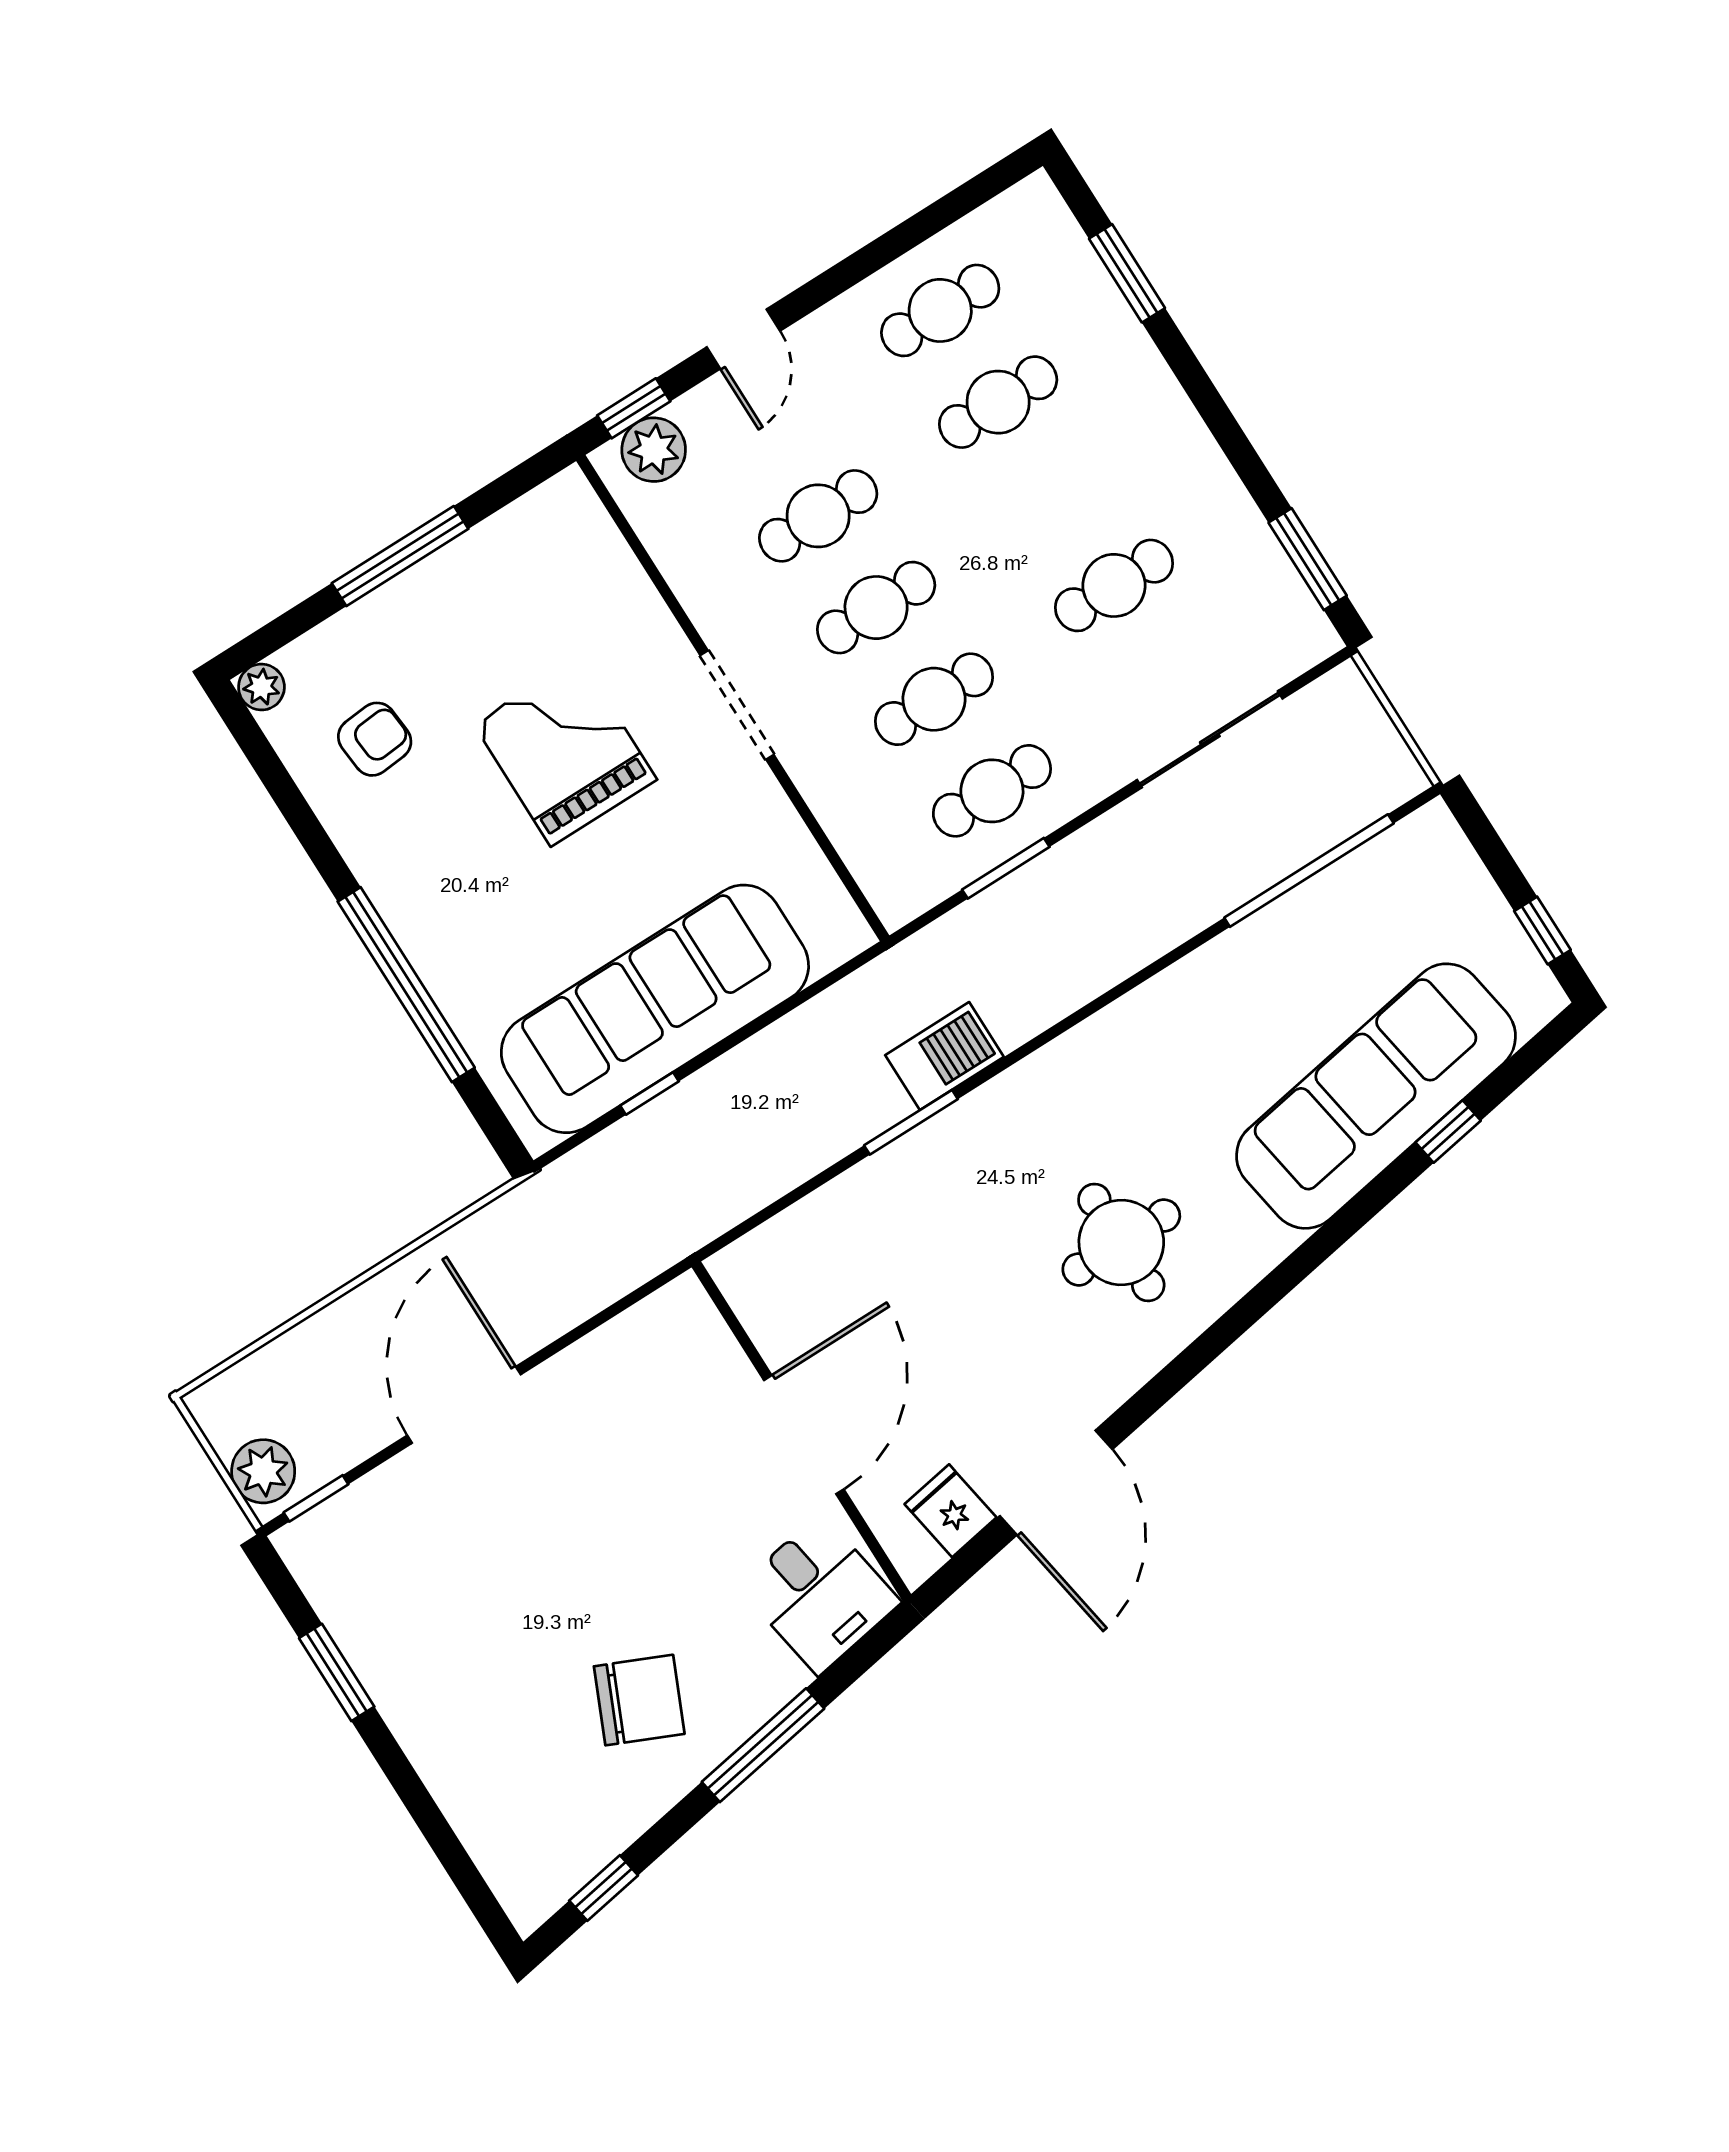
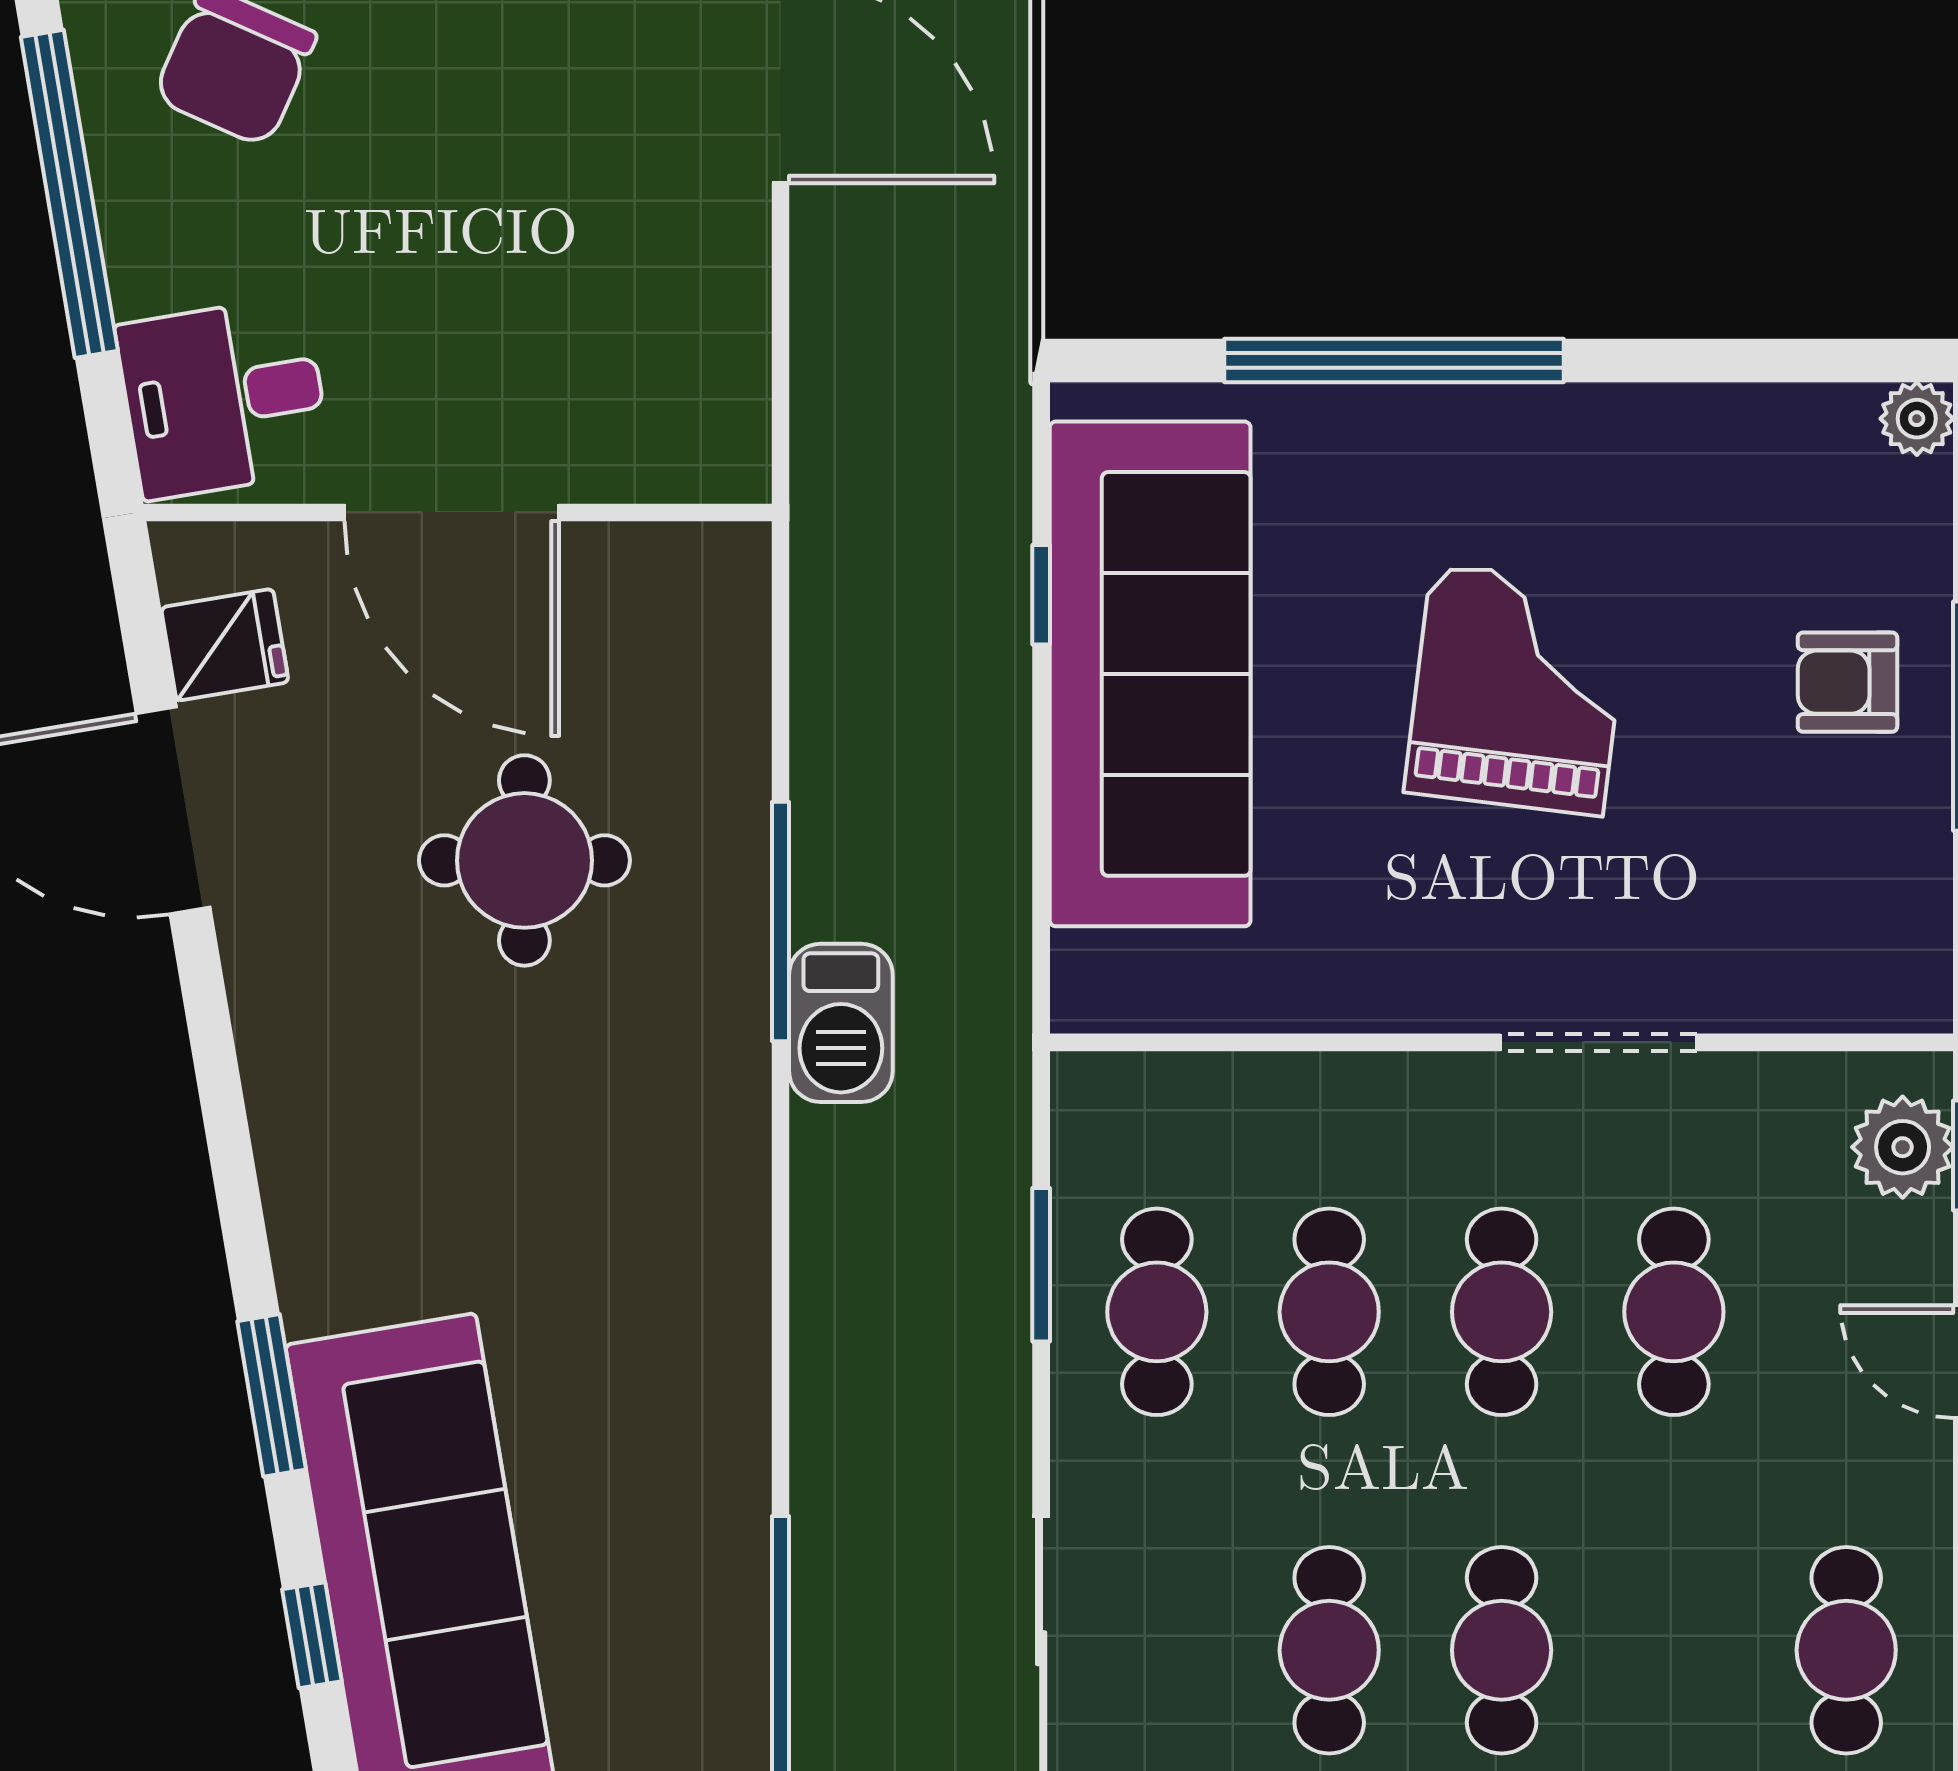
cafe table: (998, 402) -> (1502, 1650), moved
doorway: (737, 705) -> (1598, 1042), moved
armchair: (375, 739) -> (1848, 682), moved, turned 95
grand piano: (565, 752) -> (1517, 690), moved, turned -83
window: (911, 1122) -> (781, 922), width x1.44
window: (1334, 1234) -> (272, 1395), added
round table: (1121, 1242) -> (524, 860), moved
window: (763, 1745) -> (69, 194), width x1.46

